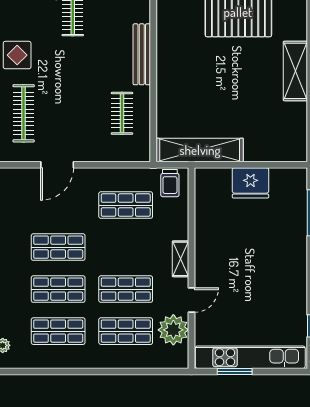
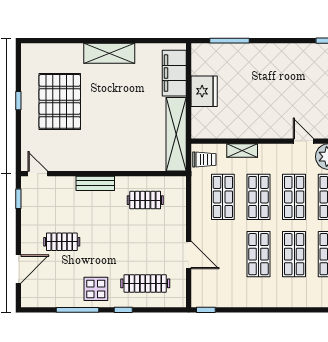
bench: (142, 54) -> (95, 183), width x0.73
filing cabinet: (272, 148) -> (174, 73), added
shop shelf: (126, 247) -> (258, 197), added
shelving: (181, 259) -> (242, 150), moved

